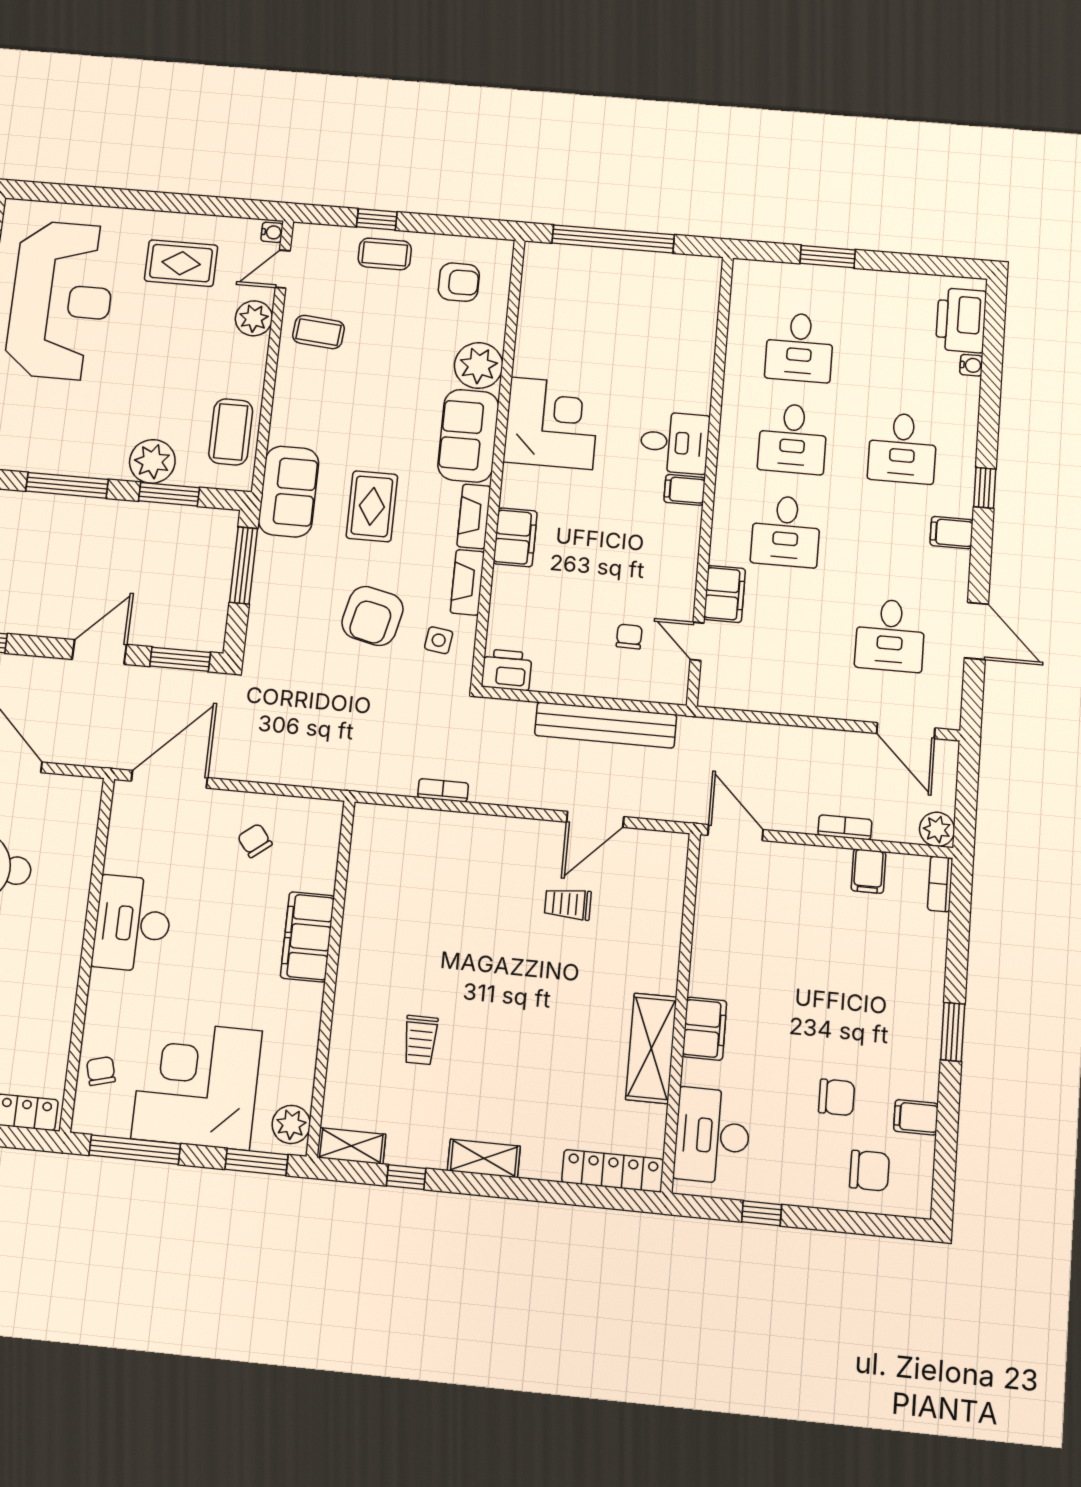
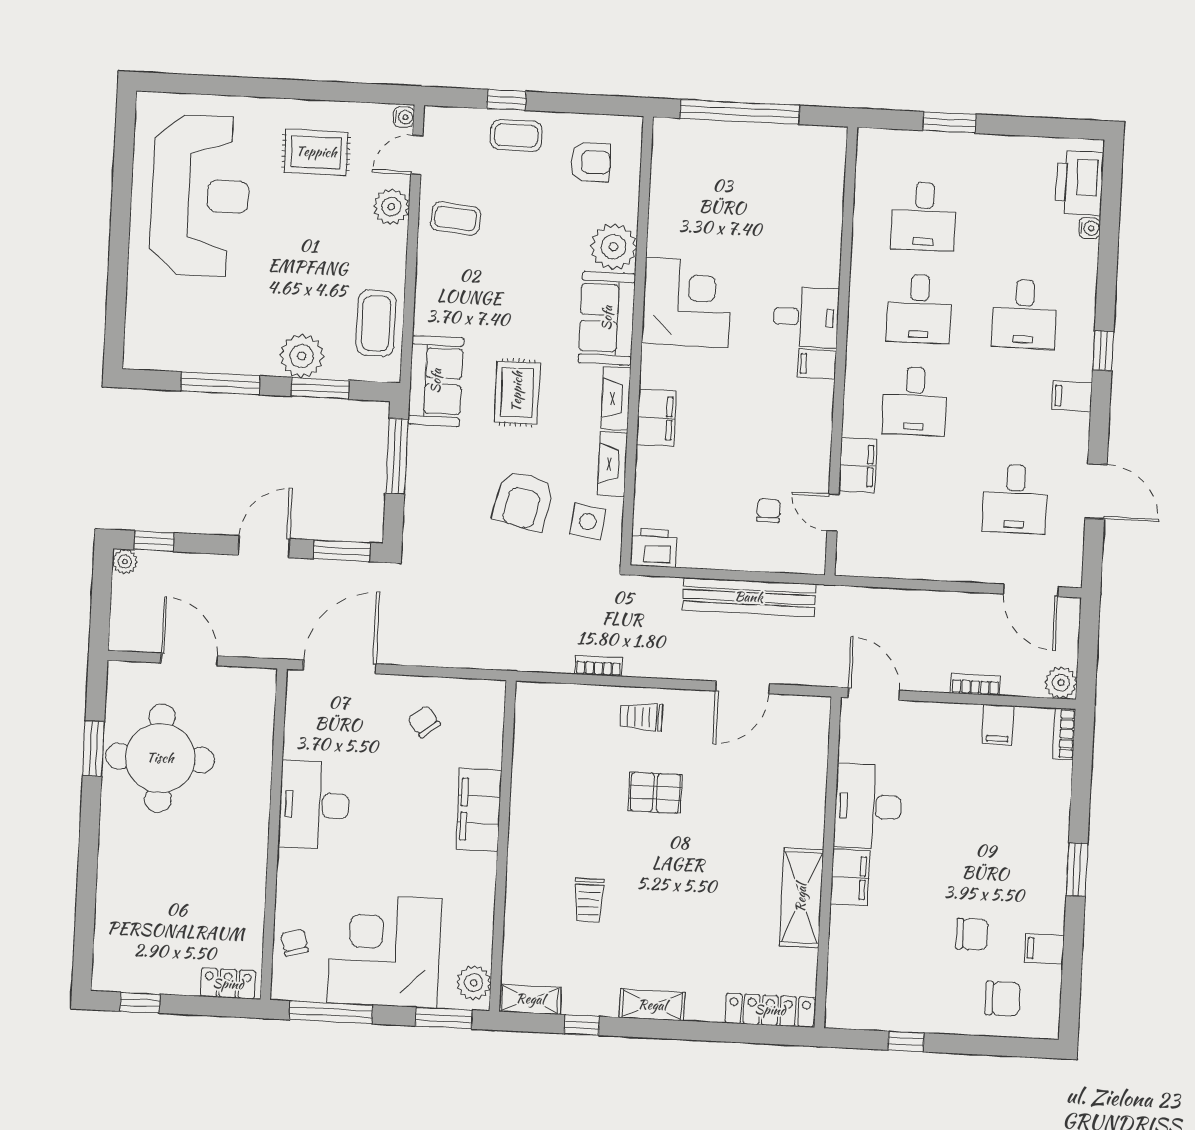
side table: (439, 640) -> (588, 522), width x1.37, depth x1.37
trolley: (568, 904) -> (641, 717), moved
pallet: (497, 927) -> (655, 793), added
desk: (712, 1136) -> (868, 806), moved

